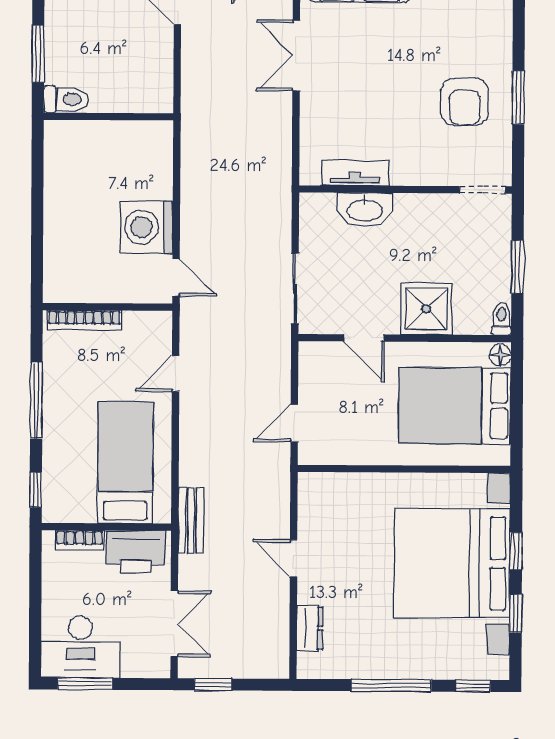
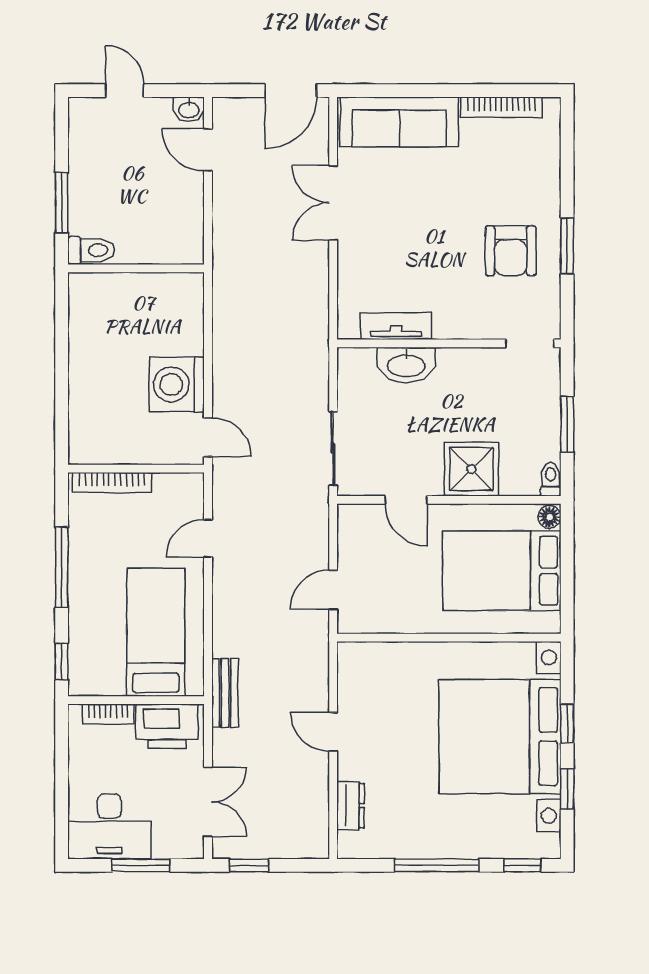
window: (85, 684) -> (141, 865), moved

